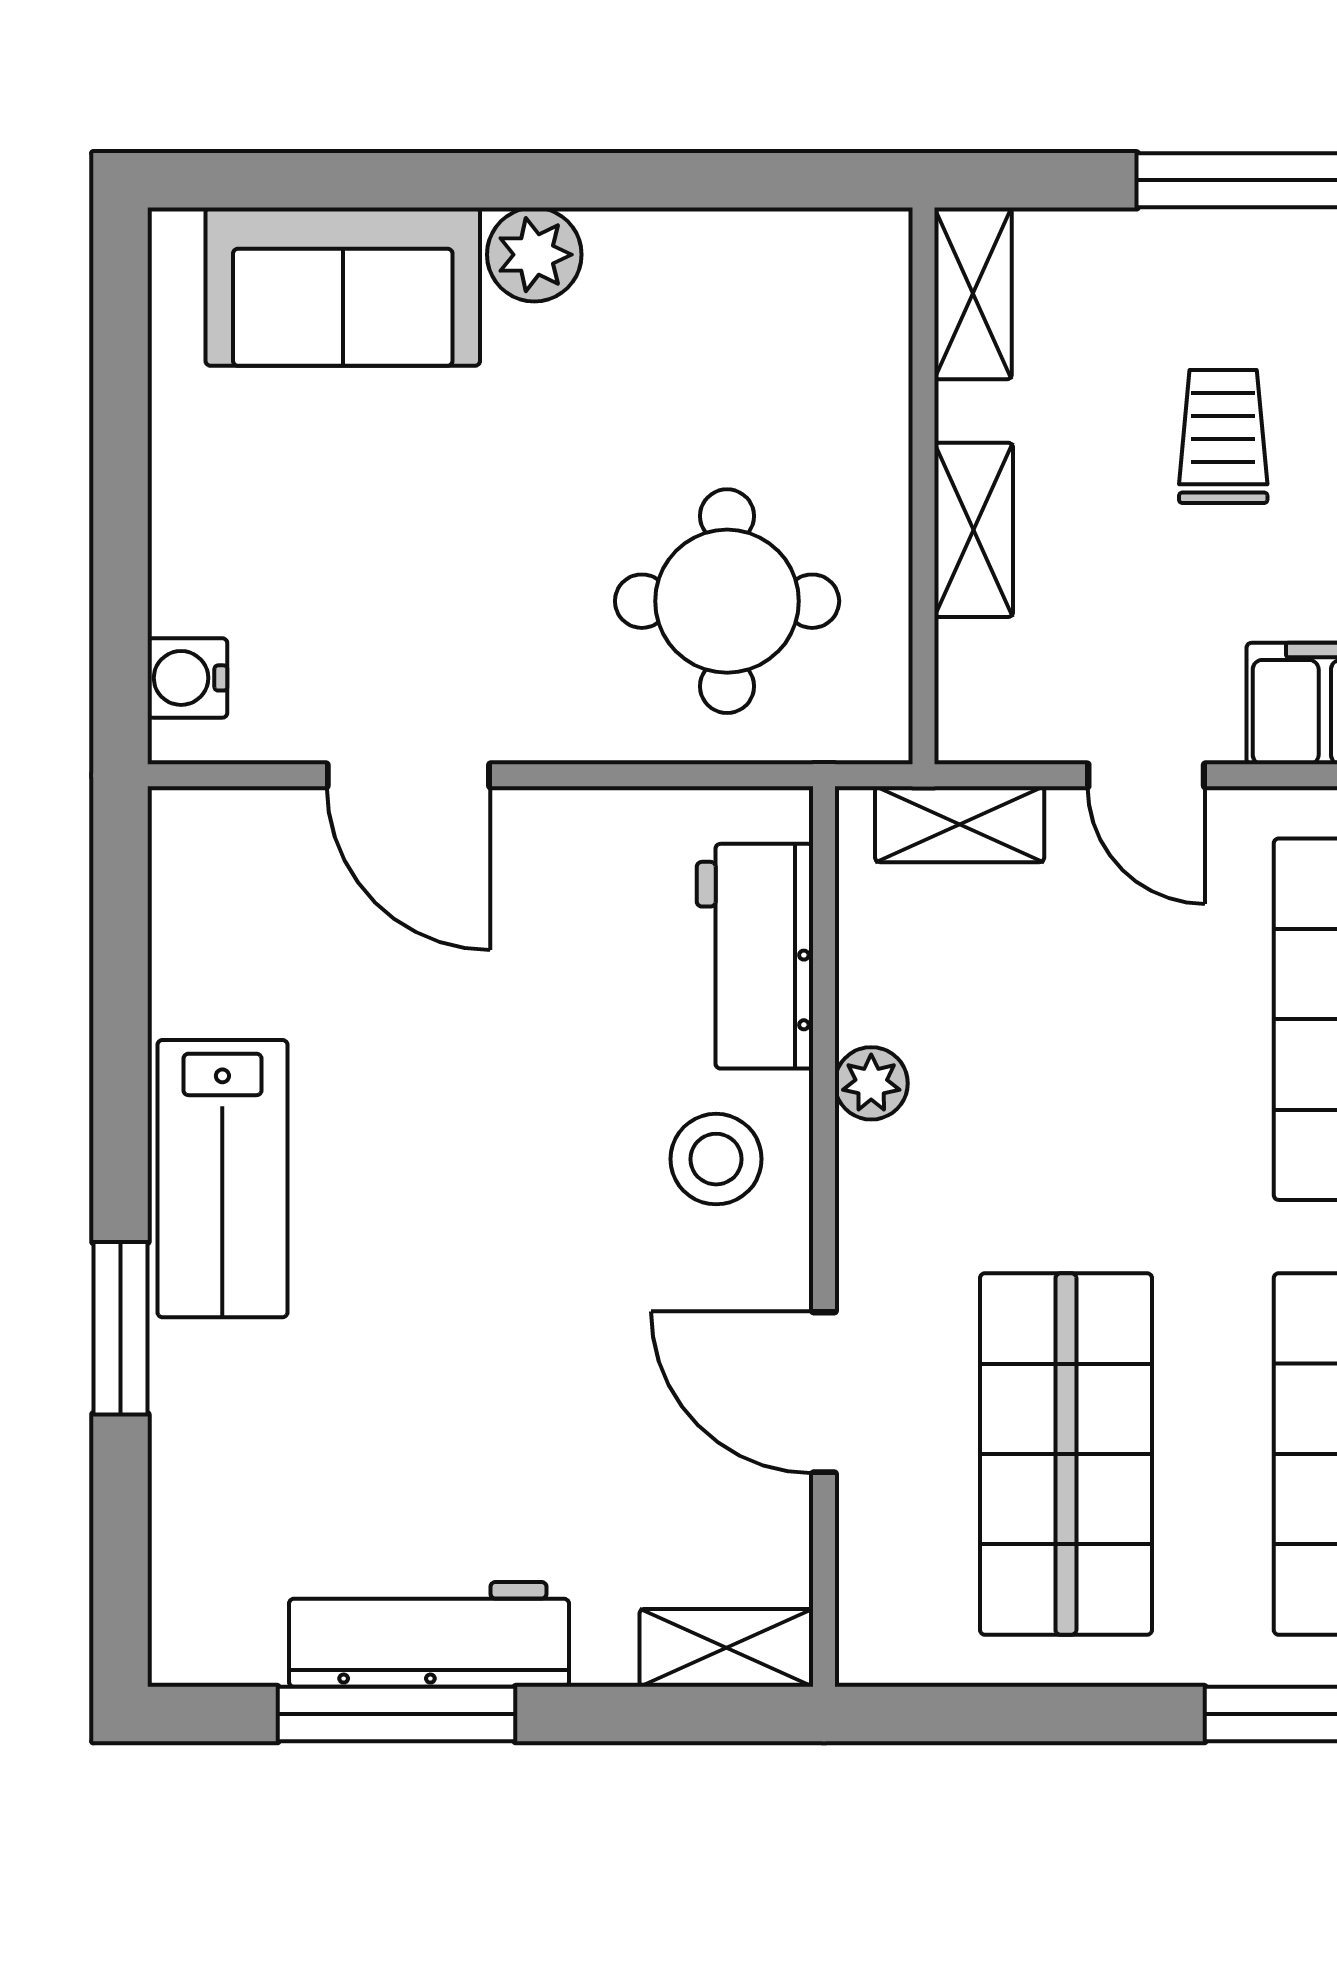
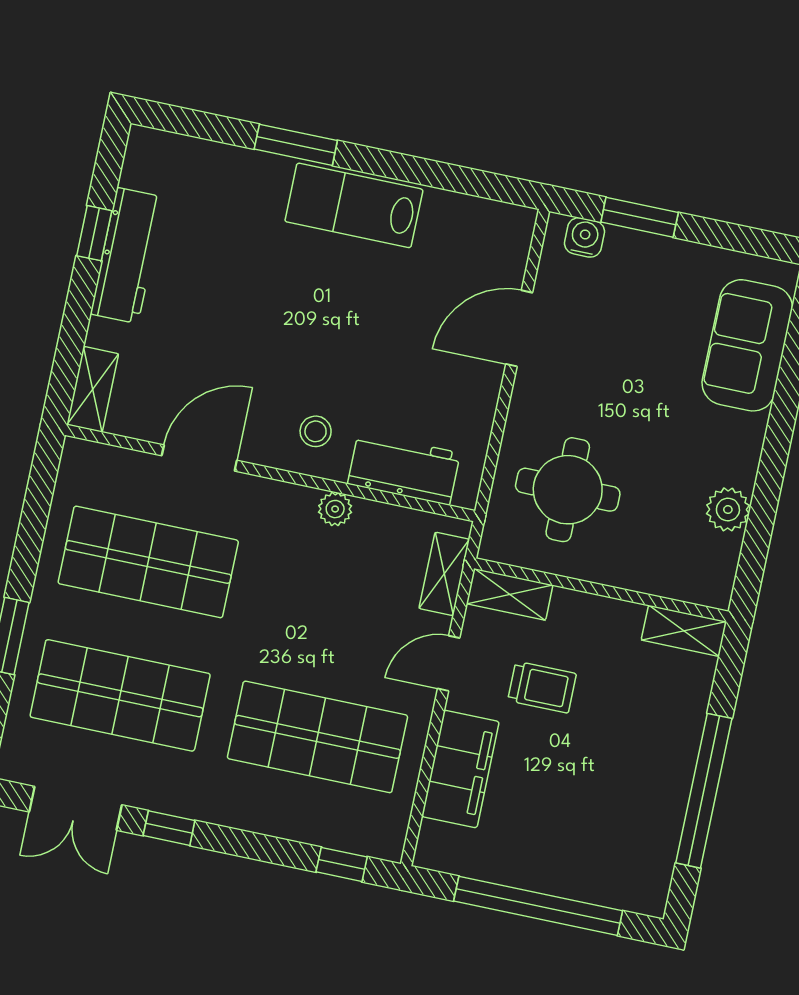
plant: (534, 255) -> (728, 509), moved
trolley: (1223, 436) -> (542, 687), moved
shelving: (974, 530) -> (510, 594), moved
window: (120, 571) -> (640, 217), added
stool: (716, 1159) -> (316, 431), width x0.73, depth x0.73
window: (396, 1714) -> (94, 233), width x0.46

